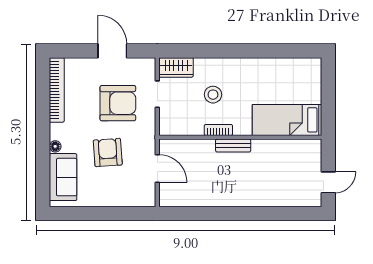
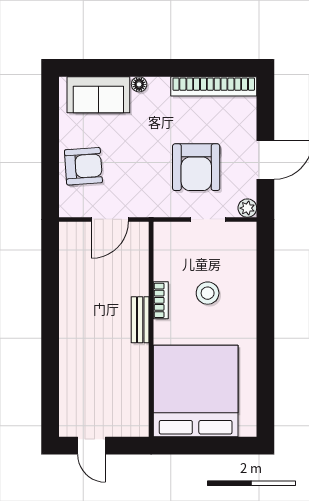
plant: (149, 64) -> (247, 208), added
wardrobe: (176, 67) -> (243, 244), removed
bed: (287, 120) -> (196, 391), width x2.04
armchair: (108, 152) -> (83, 166), moved

